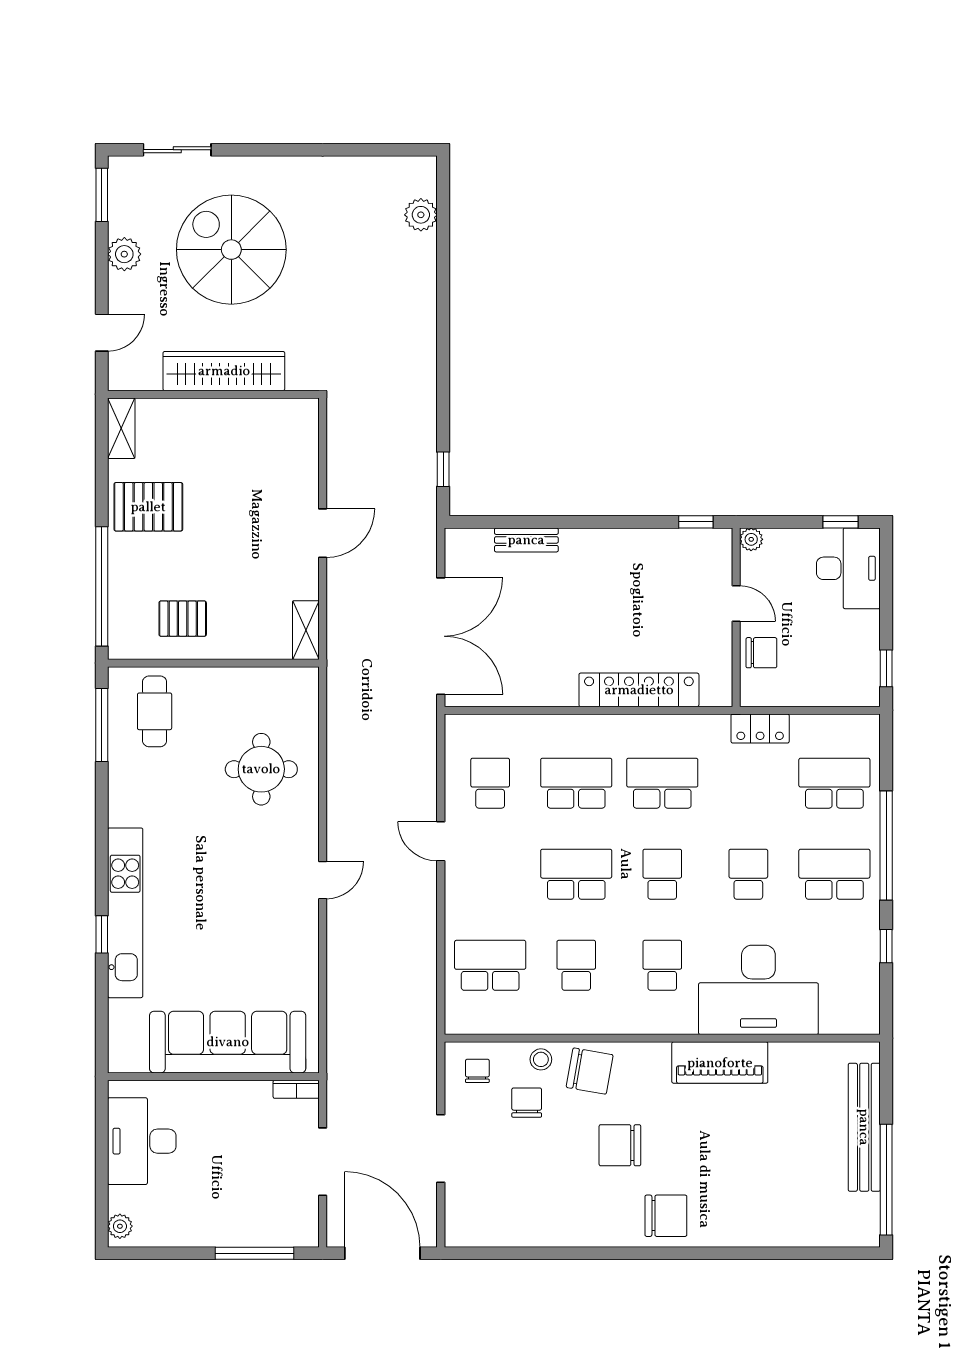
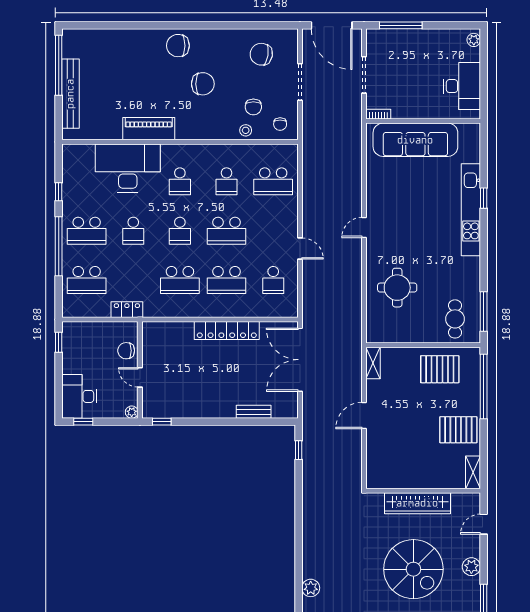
pallet: (183, 619) -> (440, 369), width x1.50, depth x1.42
locker: (639, 690) -> (227, 331), moved
chair: (590, 1071) -> (261, 54), moved

